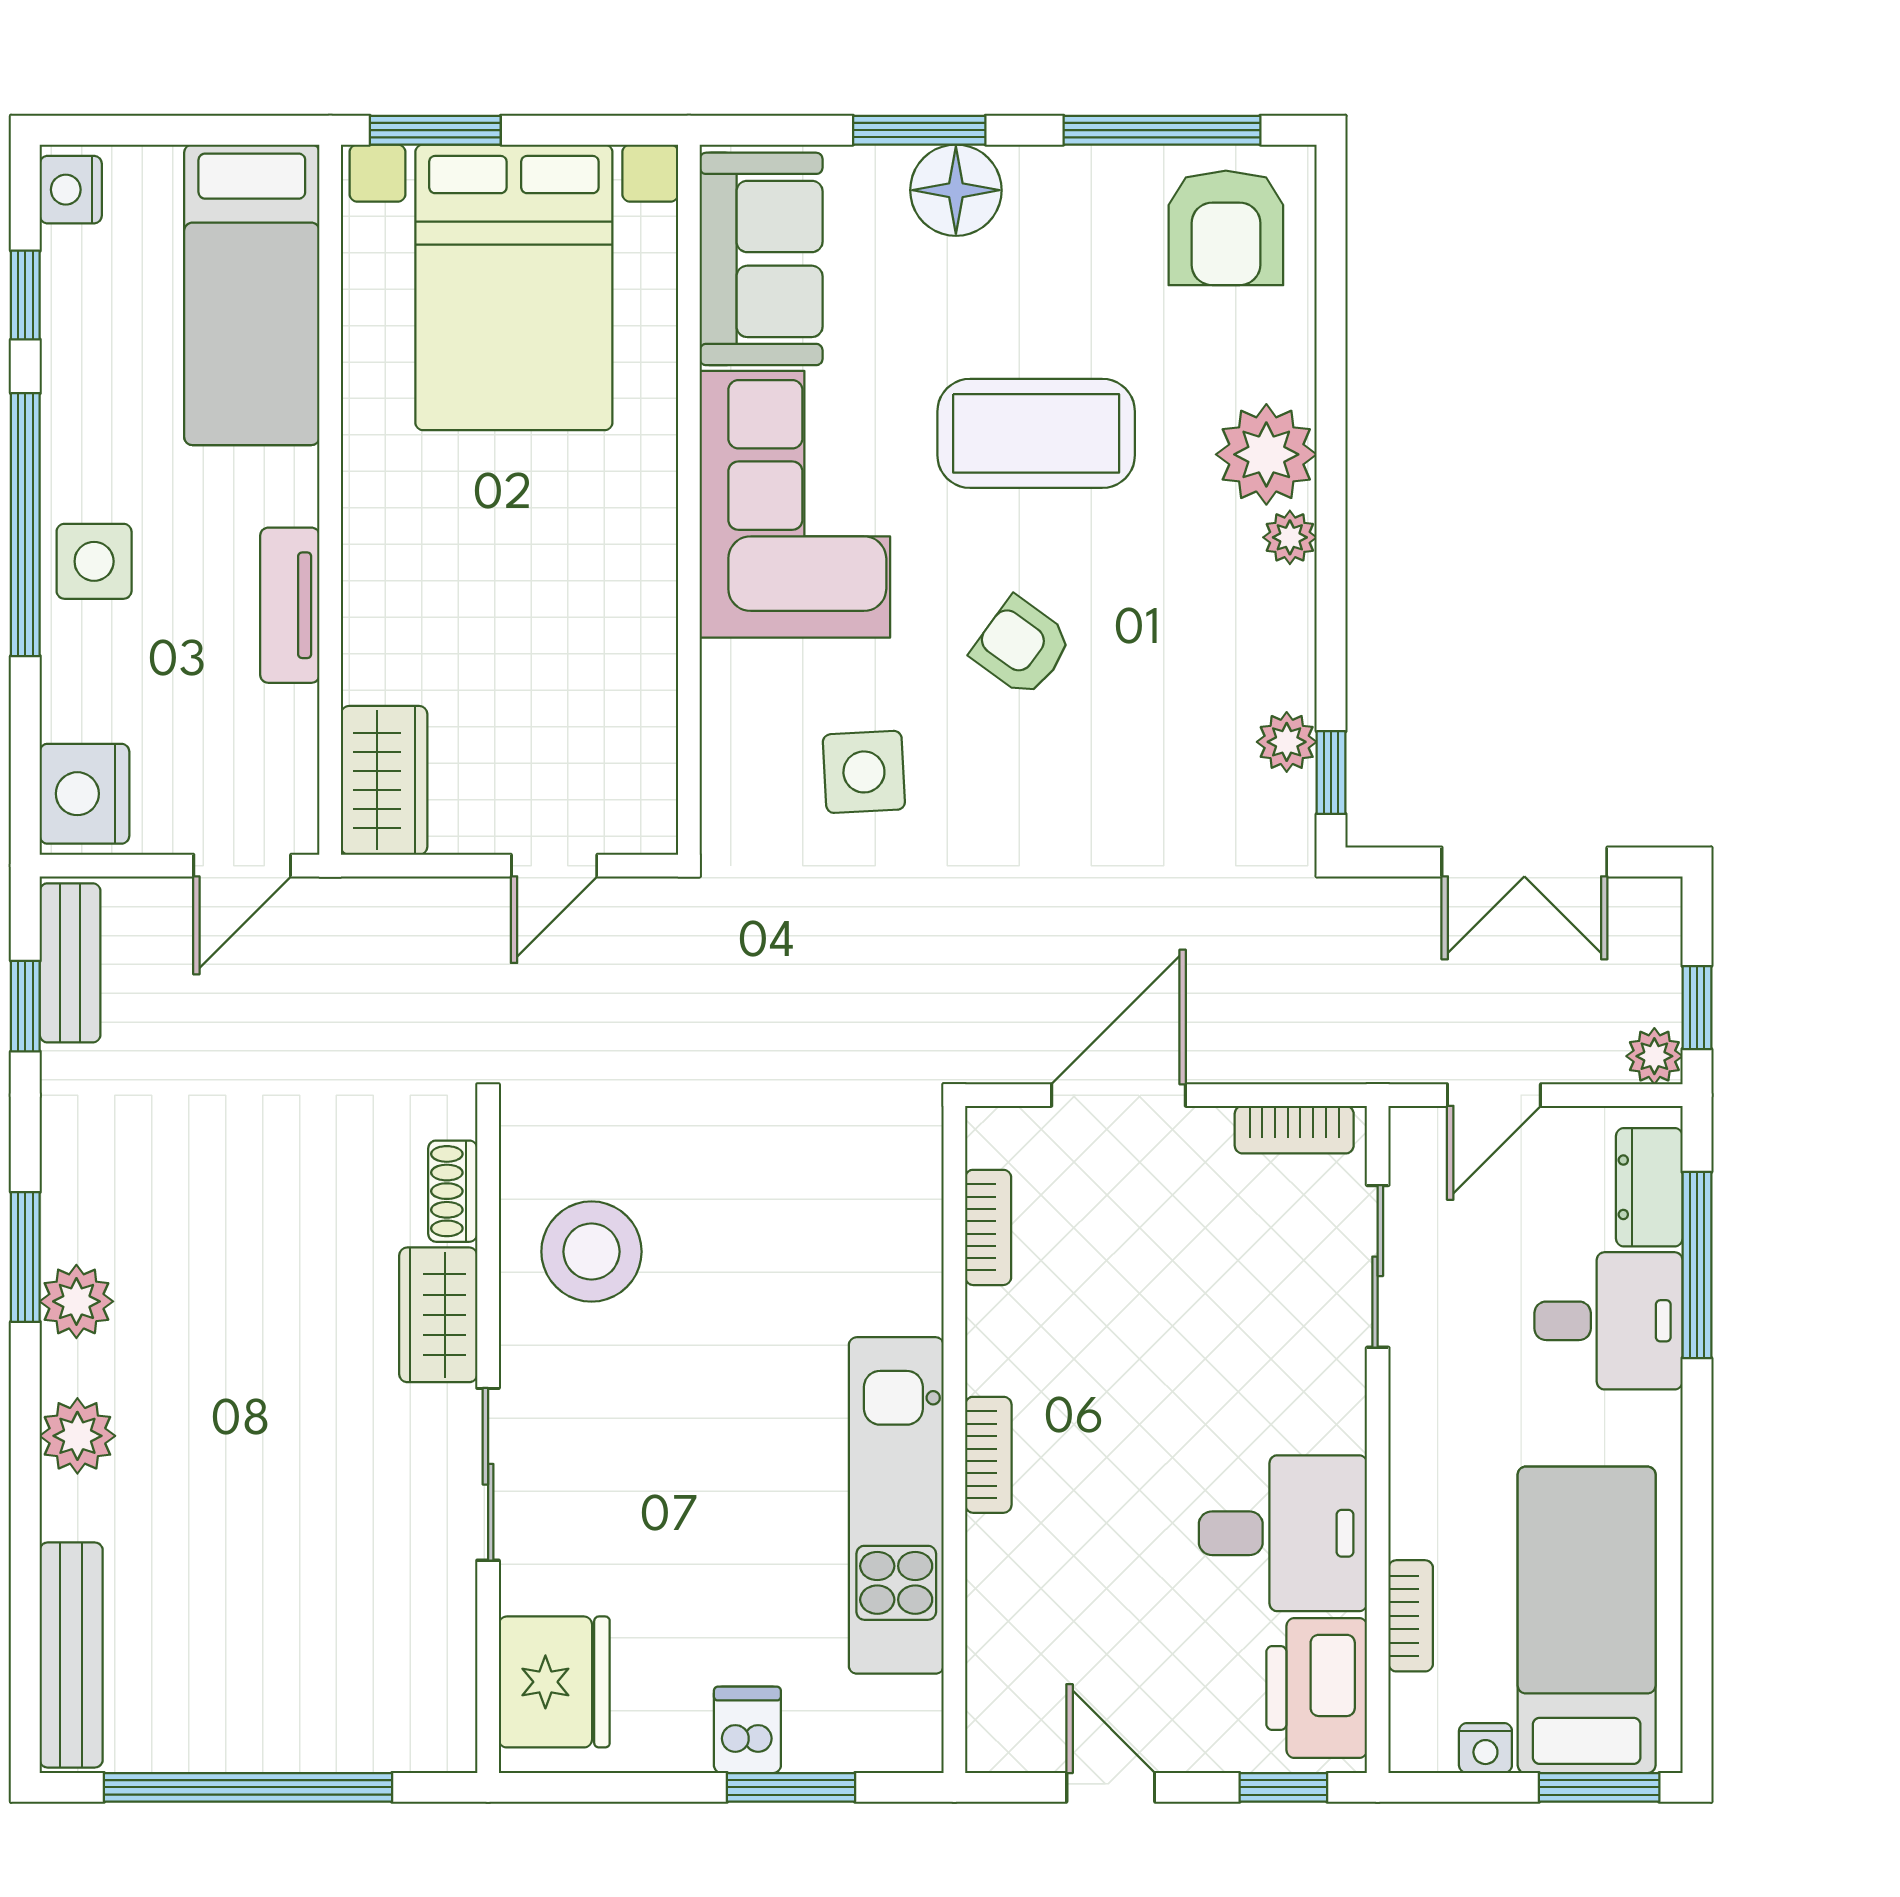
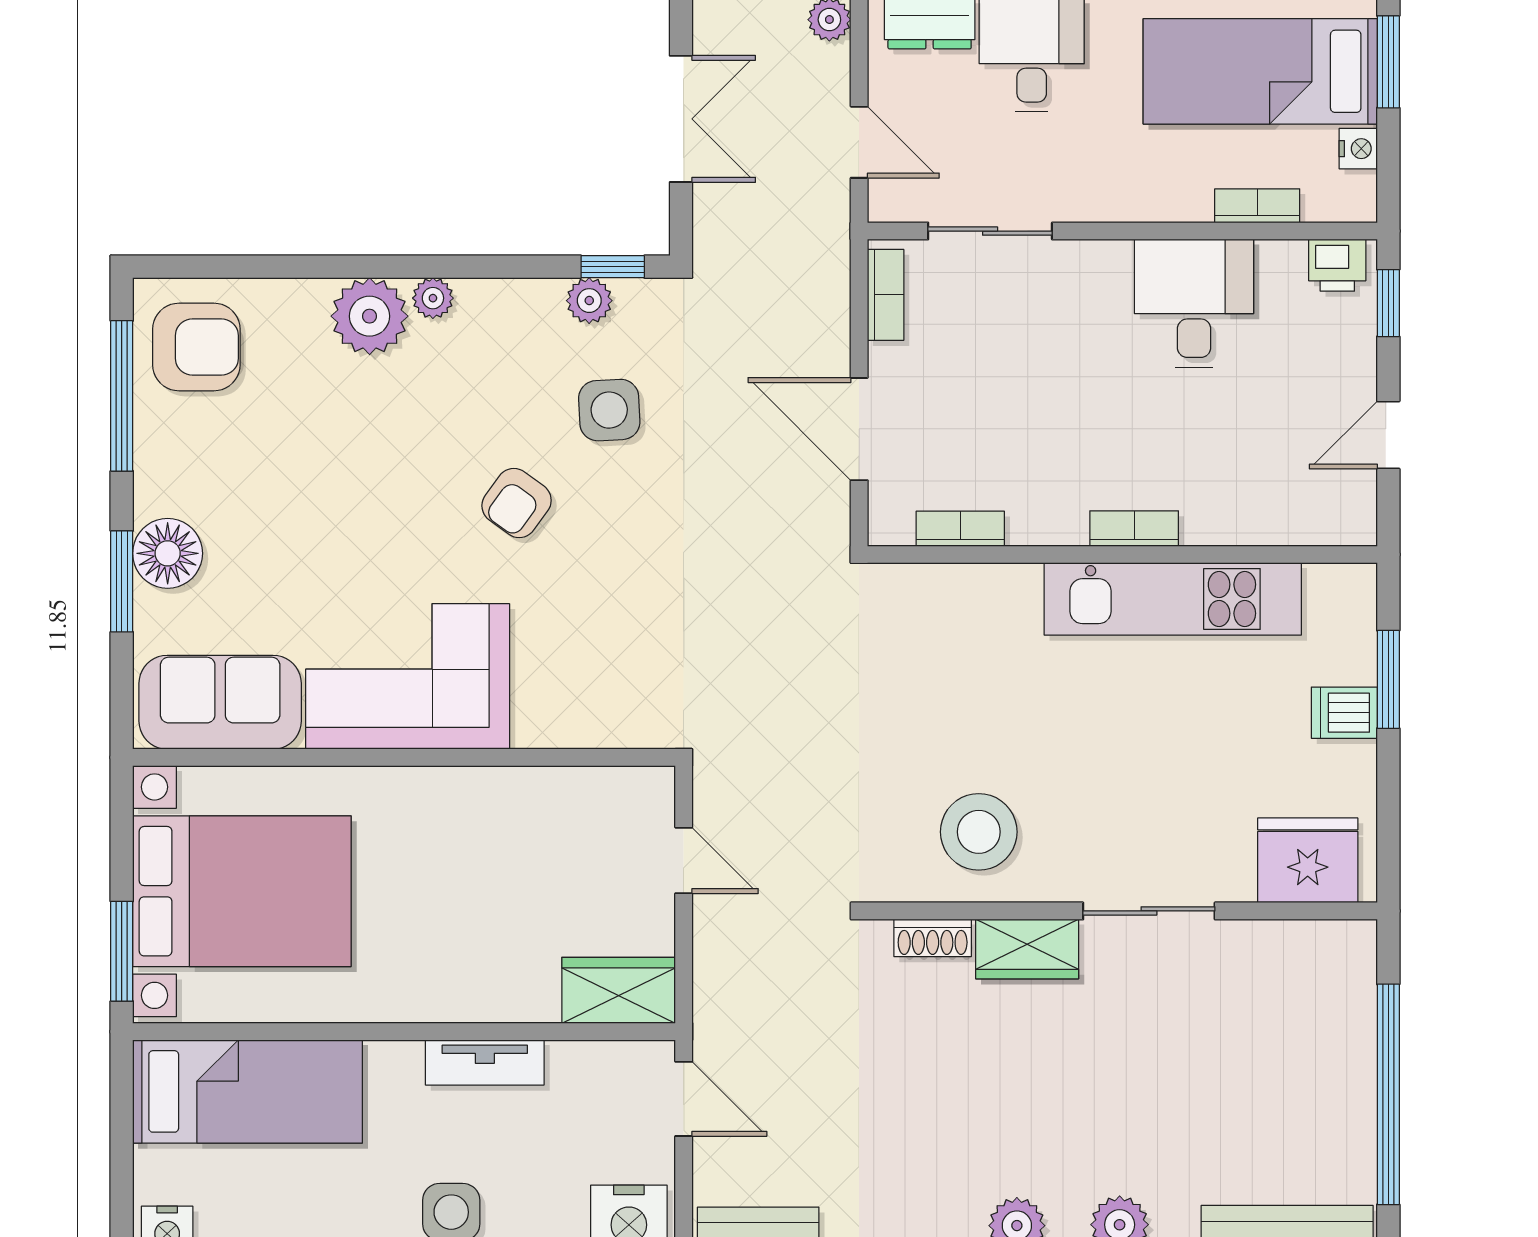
coffee table: (1036, 433) -> (353, 492), removed
side table: (864, 772) -> (609, 410), moved
printer: (1317, 1688) -> (1337, 265), width x0.53, depth x0.68

